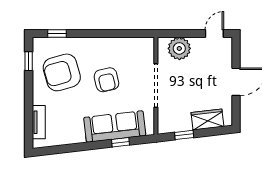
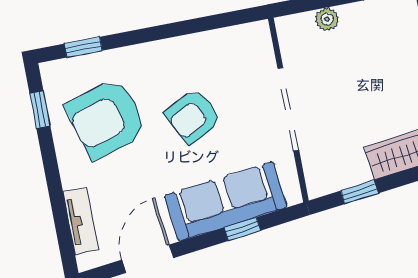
plant: (179, 48) -> (327, 19), width x0.53, depth x0.53
armchair: (106, 80) -> (193, 116), turned 76
door: (69, 148) -> (148, 259), added

